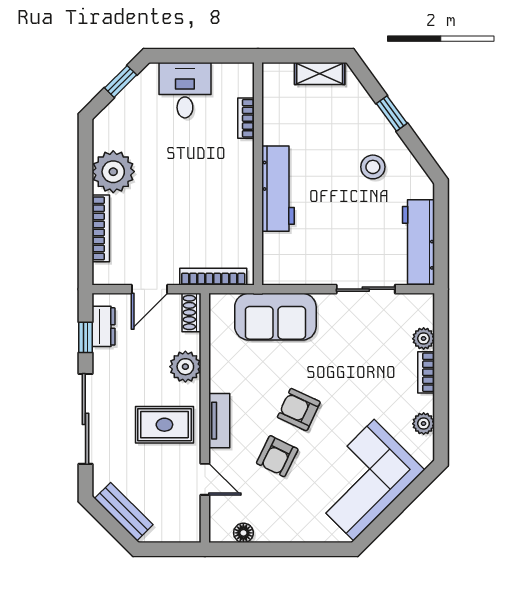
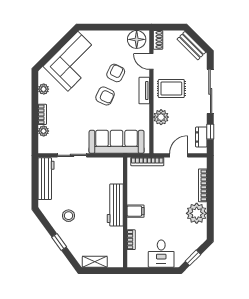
filing cabinet: (237, 176) -> (136, 211), added
shoe rack: (192, 312) -> (158, 40), moved
sofa: (275, 317) -> (117, 142), width x1.36
floor lamp: (243, 533) -> (137, 39), width x1.89, depth x1.89

